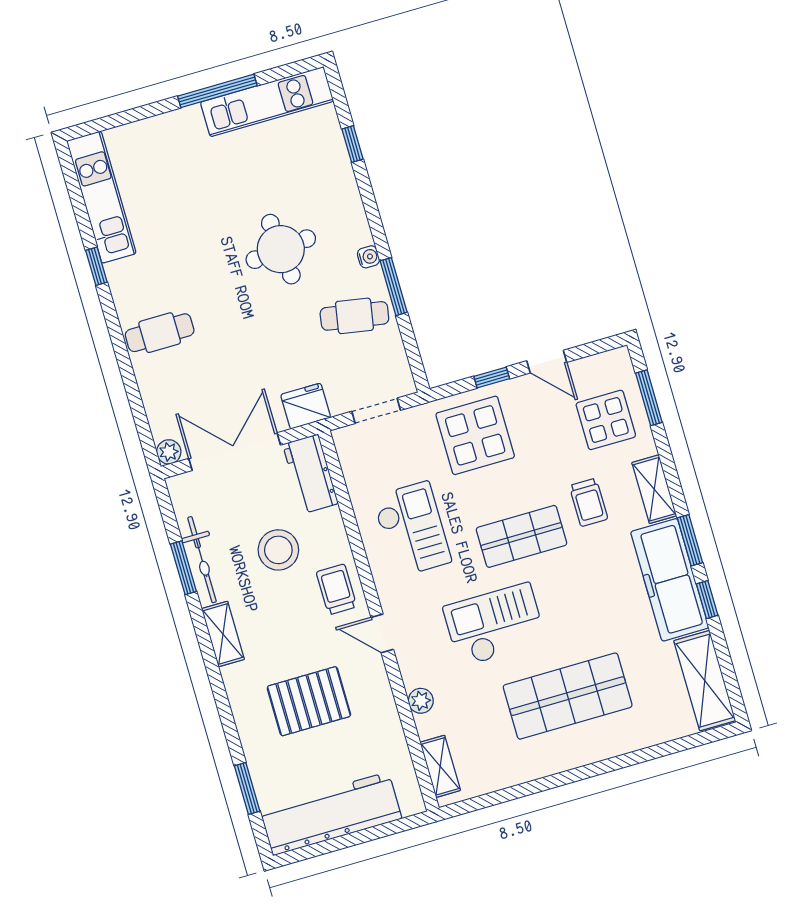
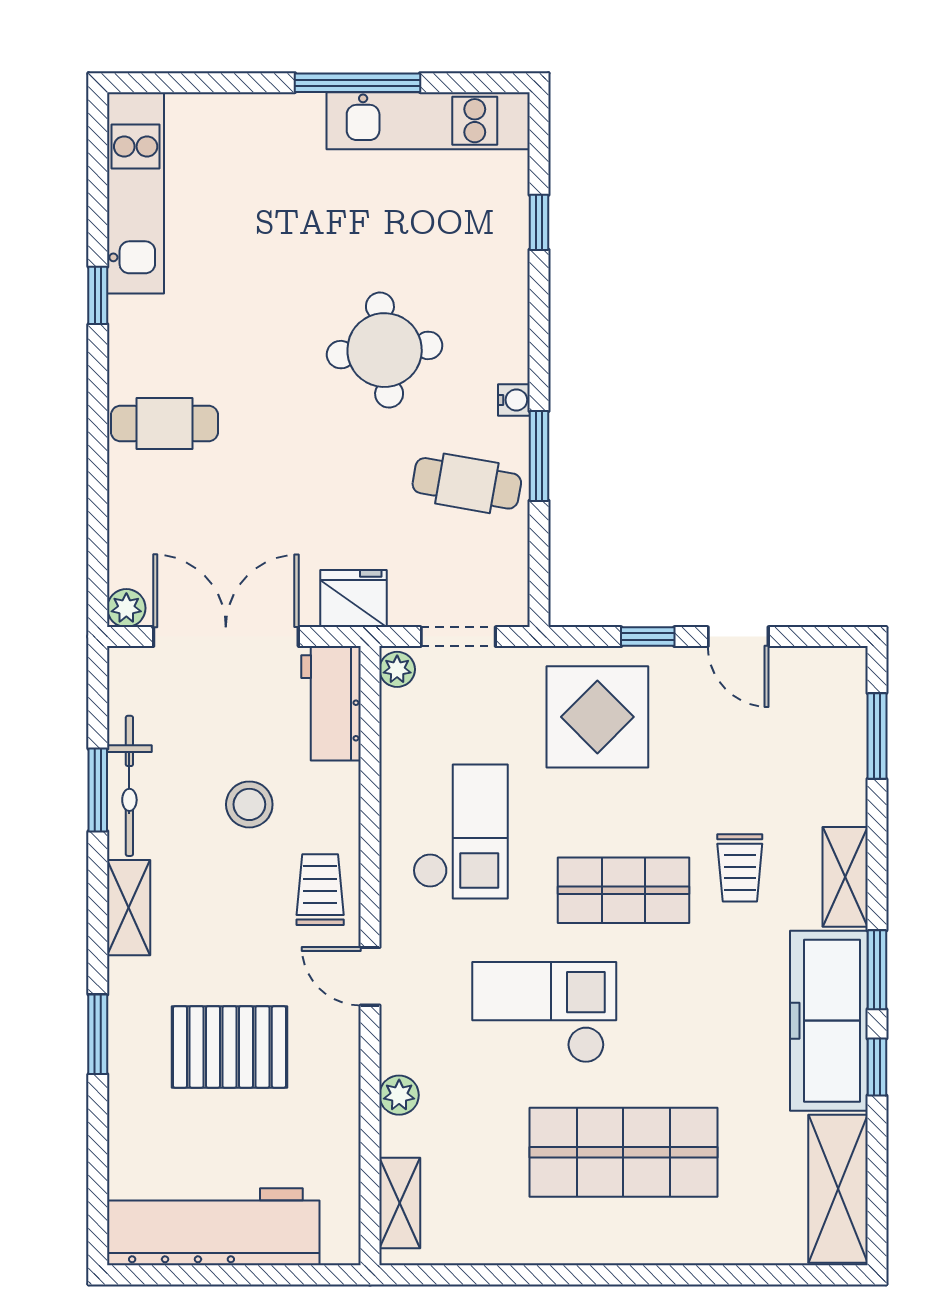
display table: (606, 420) -> (802, 751), removed
plant: (345, 442) -> (397, 669), added
stool: (278, 550) -> (249, 804), width x0.73, depth x0.73
window: (247, 788) -> (98, 1034), moved

